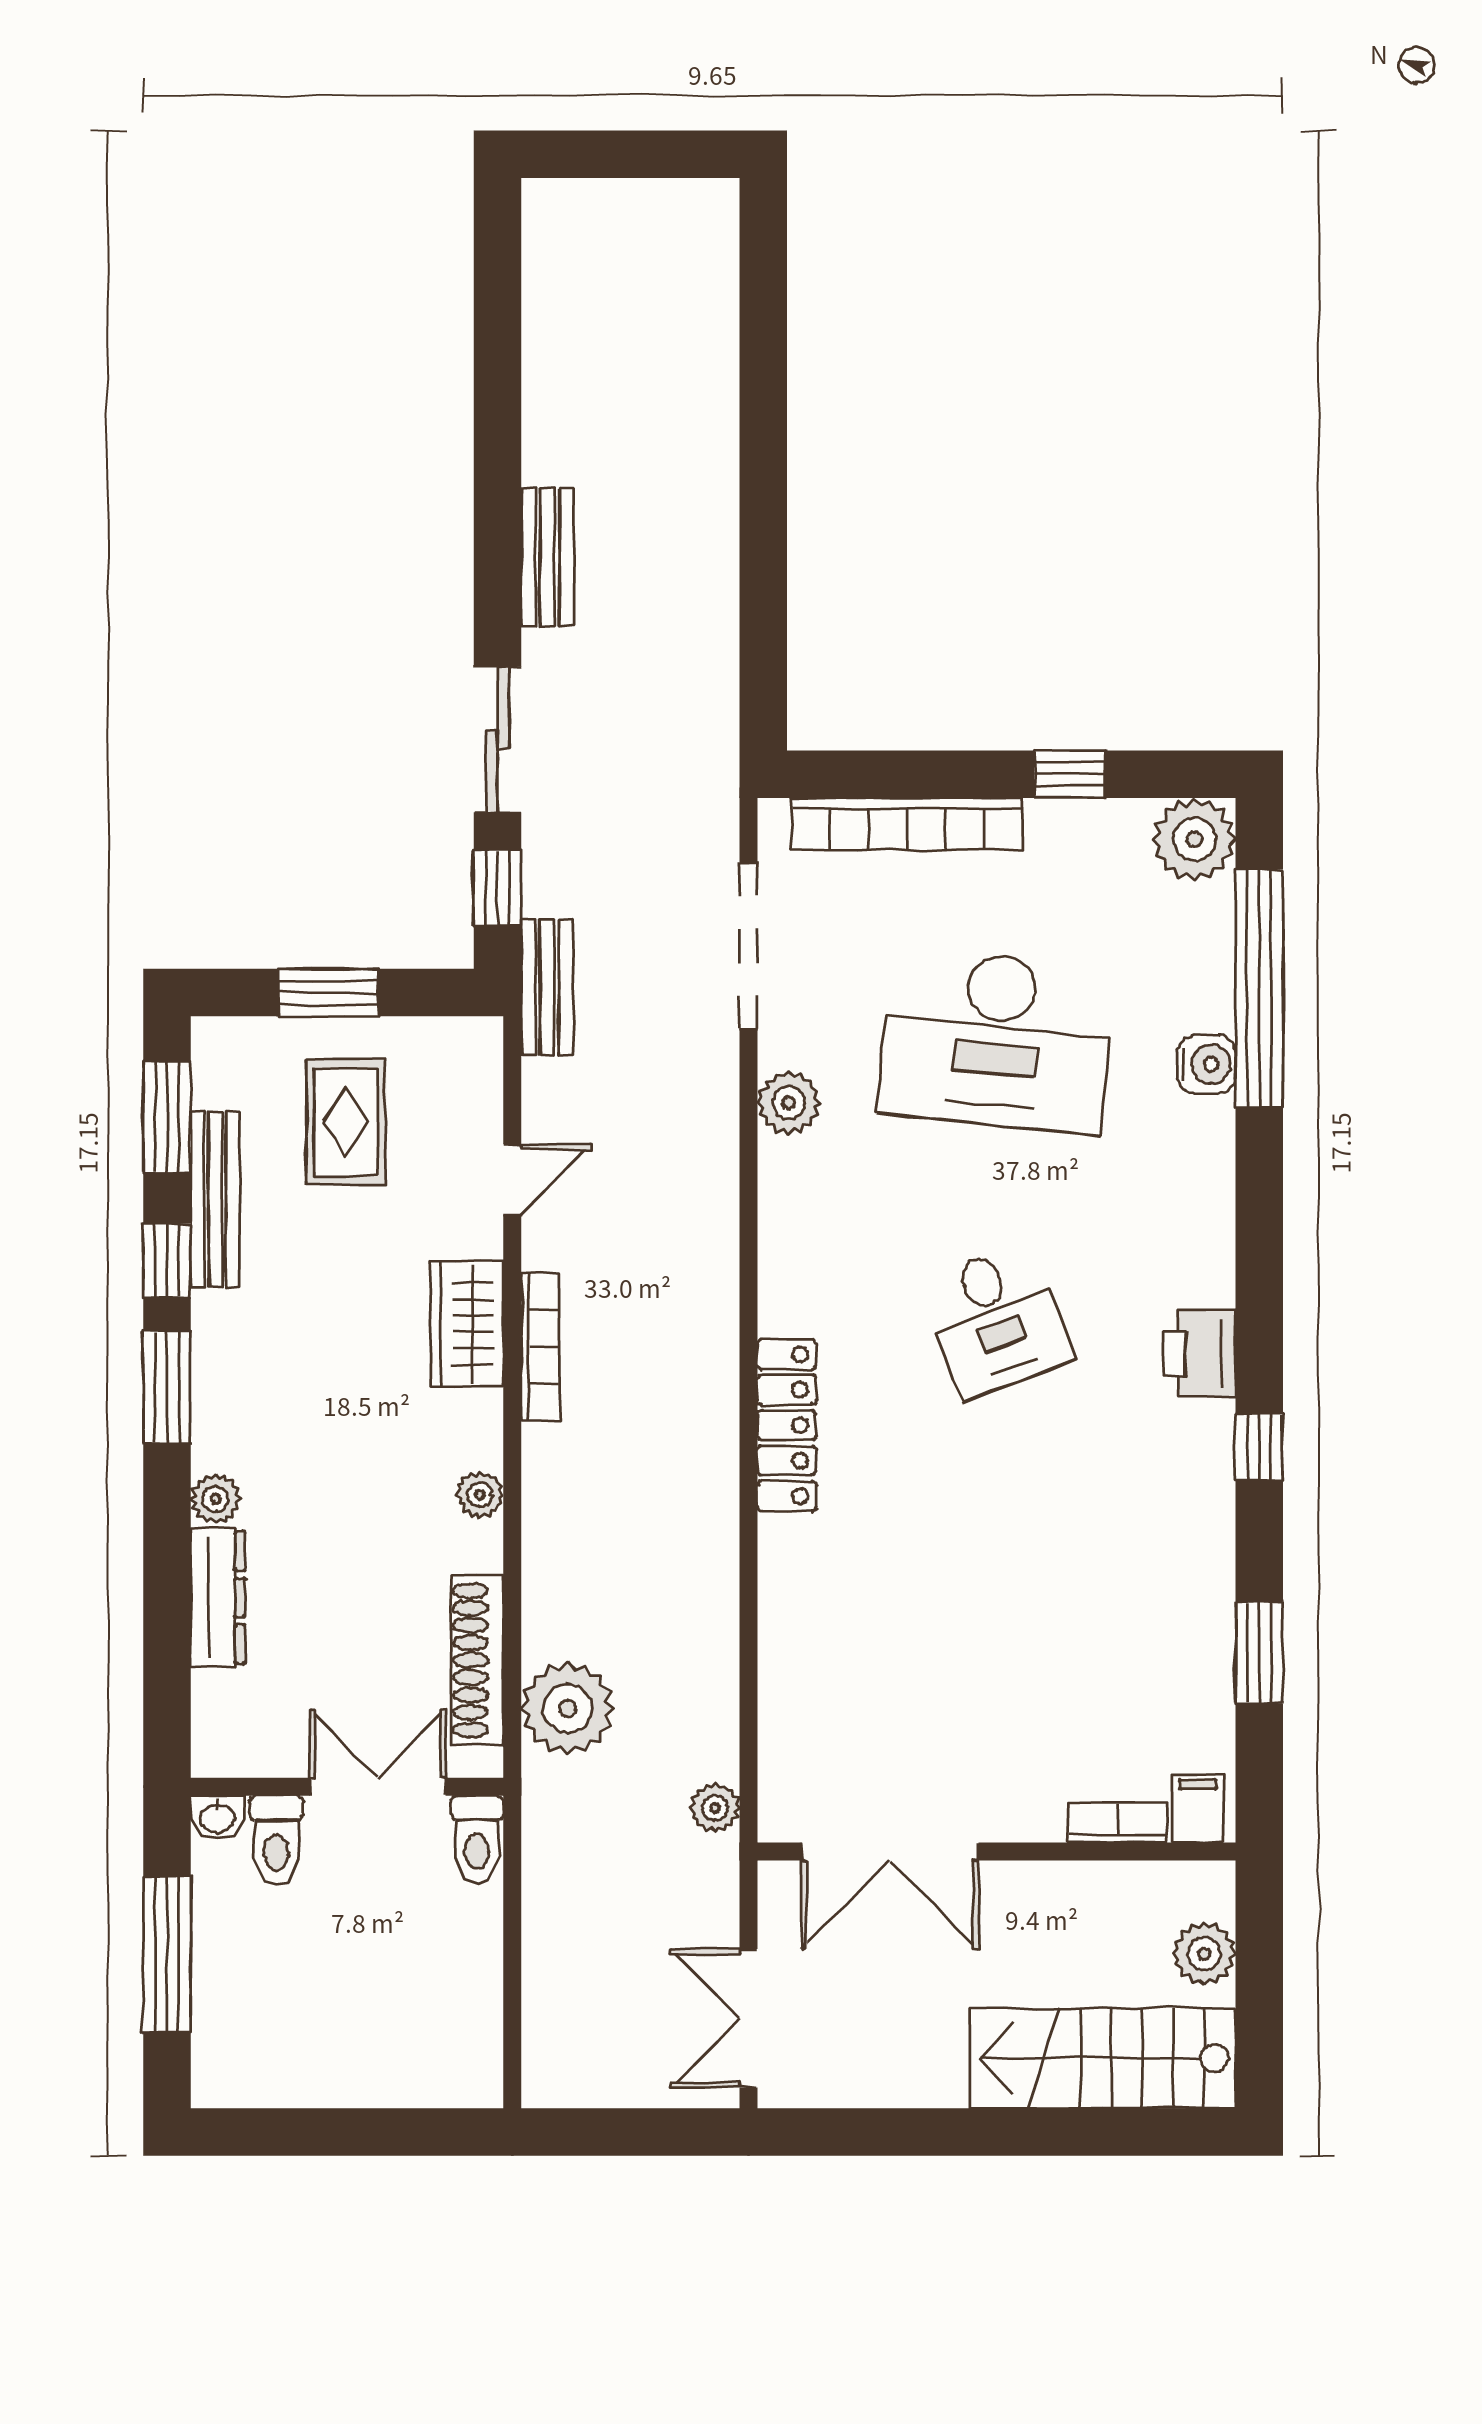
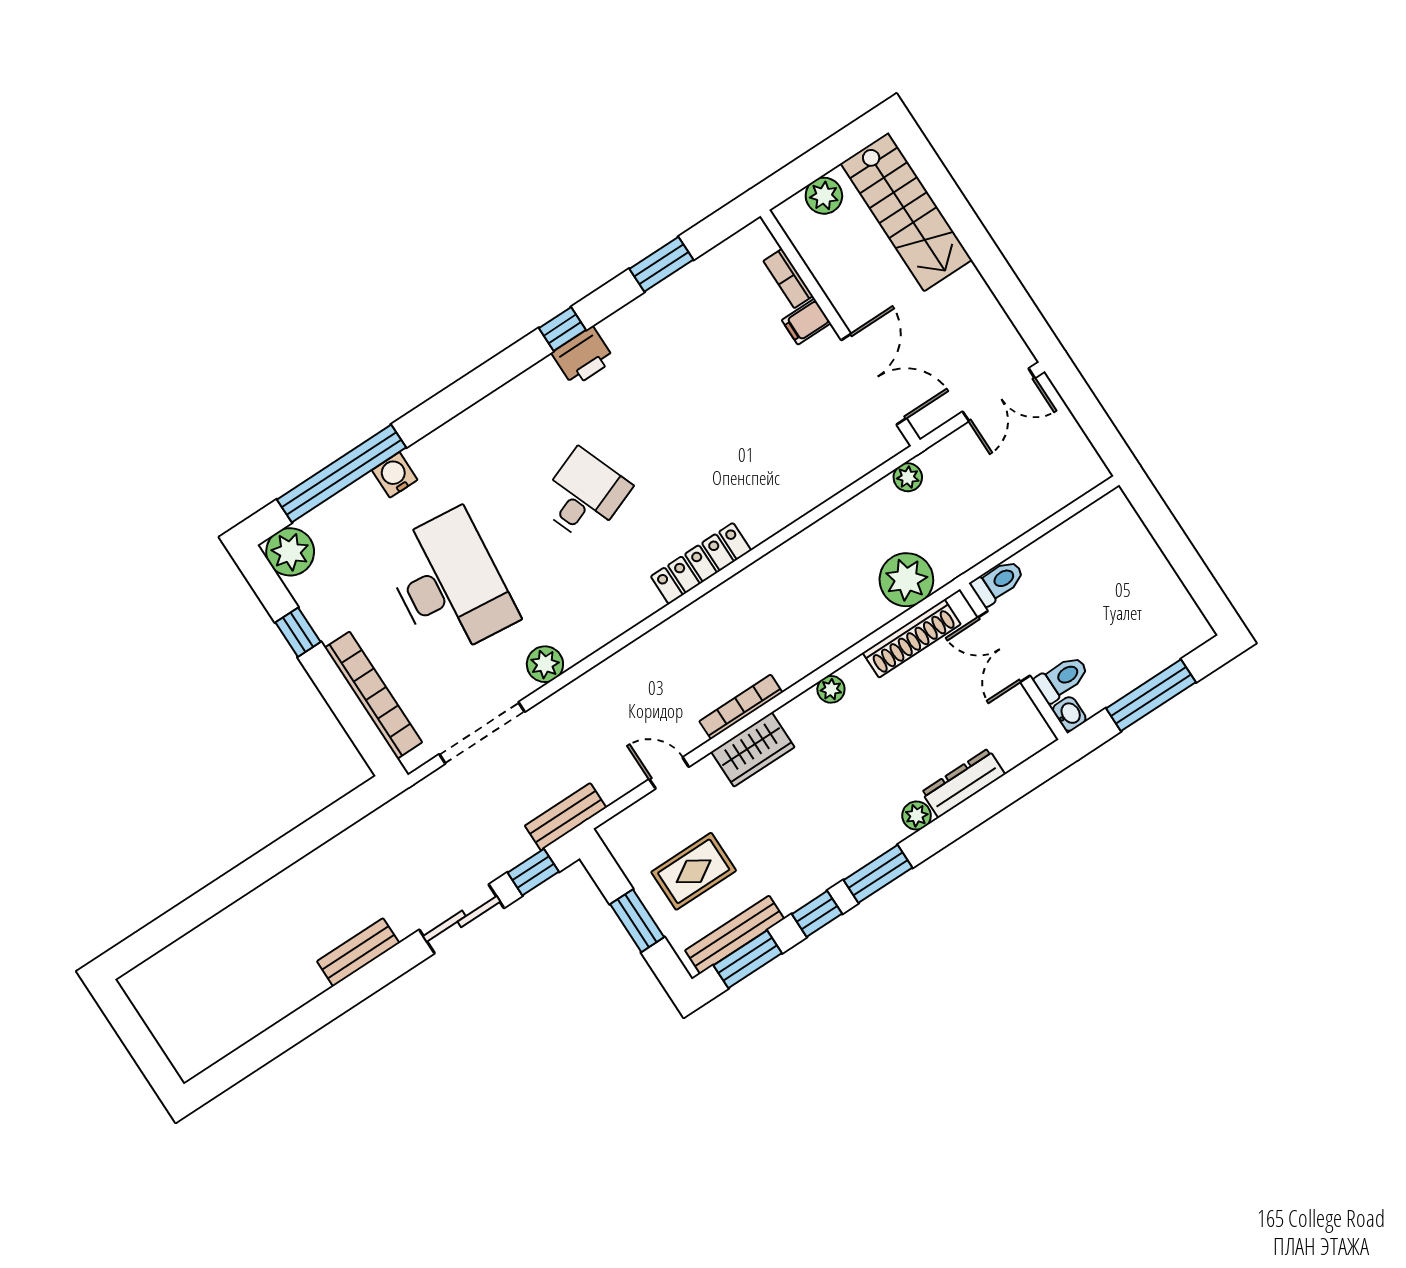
bench: (215, 1199) -> (735, 935), moved
printer: (1200, 1354) -> (583, 356), moved
filing cabinet: (1198, 1808) -> (806, 322), moved

